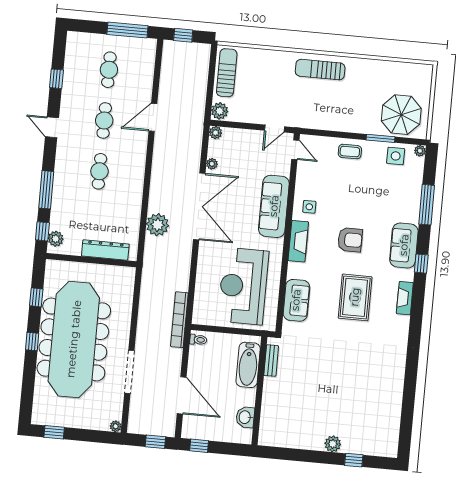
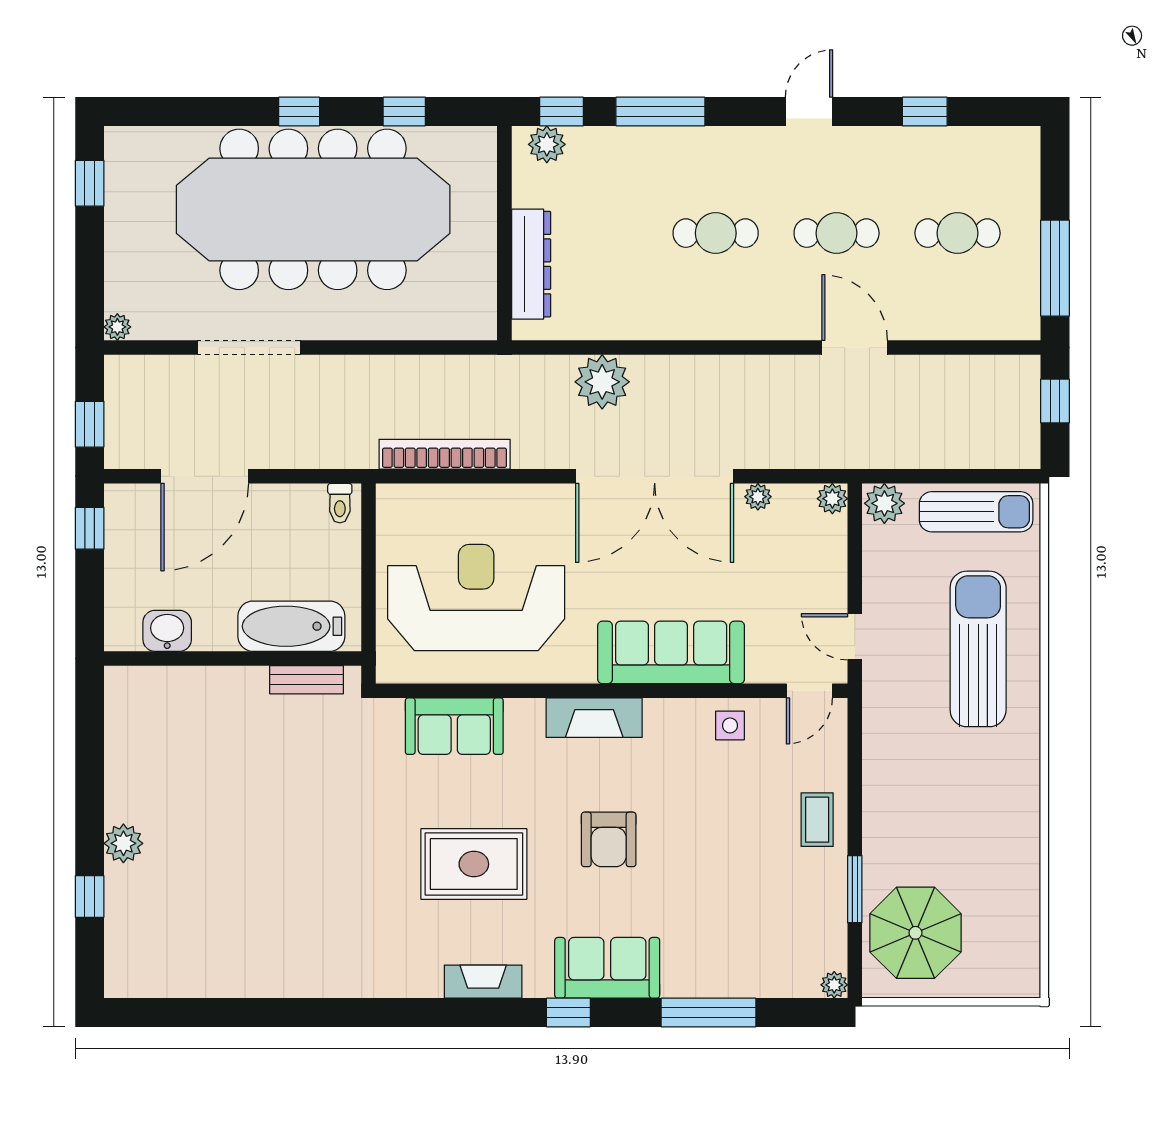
sun lounger: (320, 70) -> (978, 649), moved, width x1.36, depth x1.34
side table: (396, 156) -> (817, 929), removed
side table: (309, 207) -> (730, 725), moved
bookcase: (179, 320) -> (445, 454), moved

